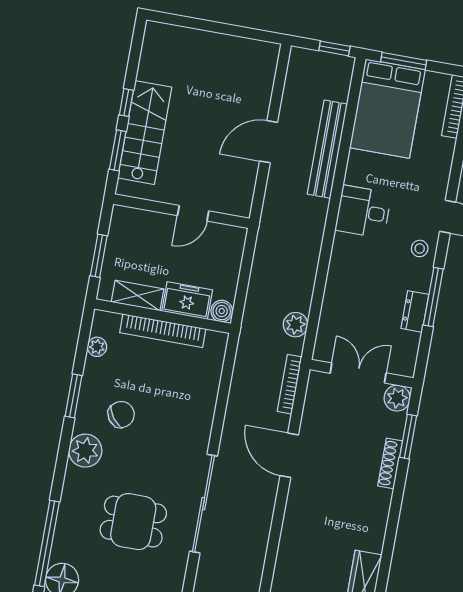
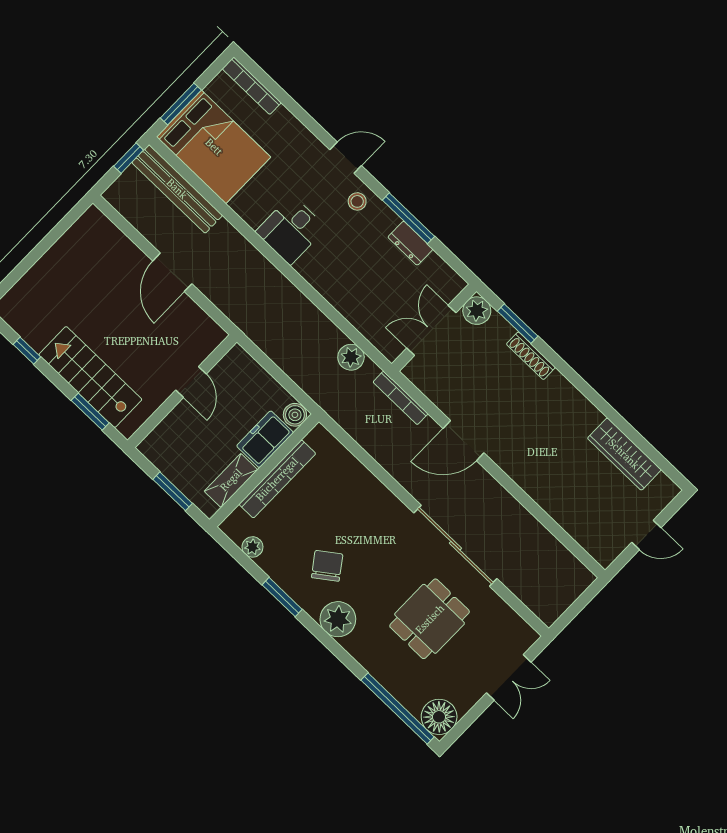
window: (126, 103) -> (27, 351), moved
bench: (327, 149) -> (177, 189), moved

